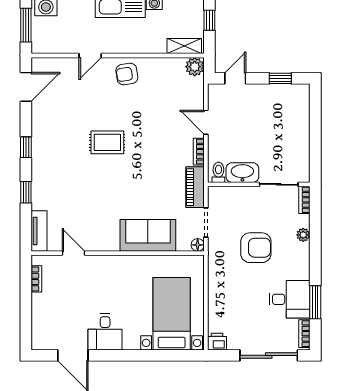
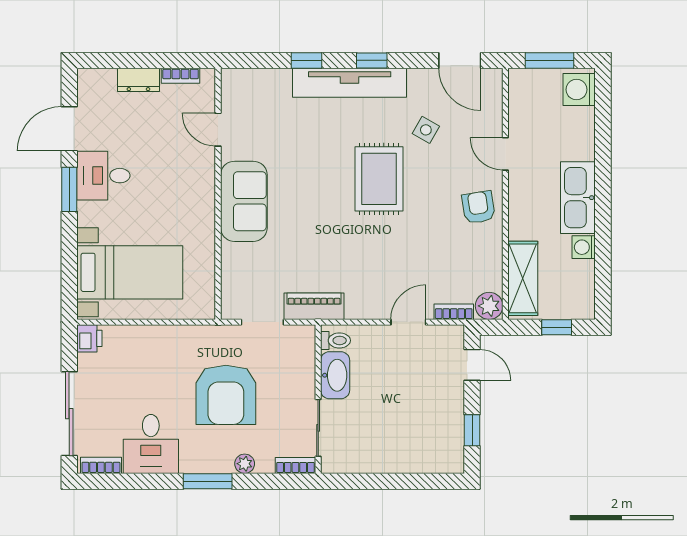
shelving: (184, 46) -> (523, 278), width x1.50, depth x1.33
side table: (74, 110) -> (426, 130), added
rug: (107, 142) -> (379, 179), width x1.36, depth x1.43
bookcase: (199, 152) -> (454, 312), moved
tv unit: (39, 231) -> (350, 83), moved, width x1.92, depth x1.29
sofa: (148, 235) -> (244, 201), moved
floor lamp: (198, 245) -> (230, 310), removed
armchair: (256, 248) -> (226, 395), width x1.36, depth x1.36
door: (73, 253) -> (218, 130), swing flipped
window: (315, 302) -> (208, 481), moved
dresser: (39, 308) -> (138, 80), added
window: (114, 355) -> (69, 189), added

